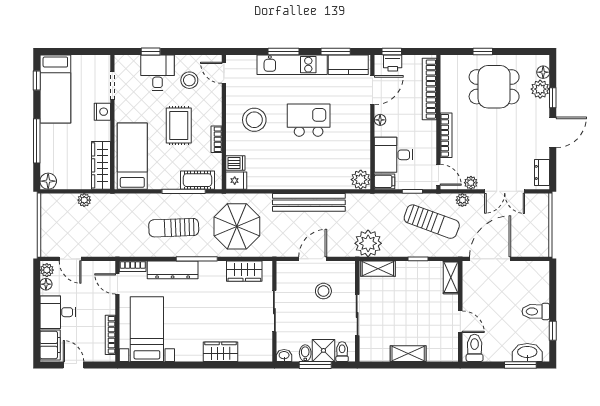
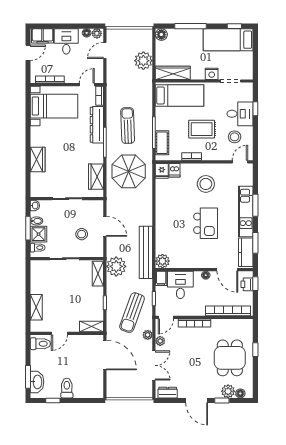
double door: (505, 191) -> (154, 365), swing flipped
plant: (84, 200) -> (143, 61), width x1.88, depth x1.88
bench: (309, 202) -> (146, 252), moved
shelving: (408, 354) -> (36, 307), moved

